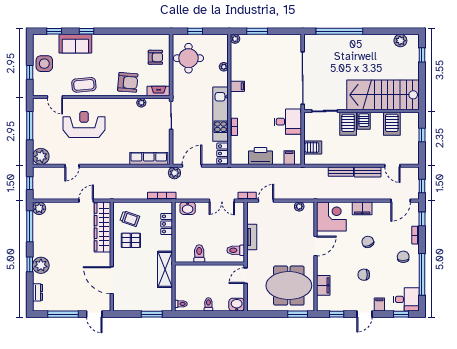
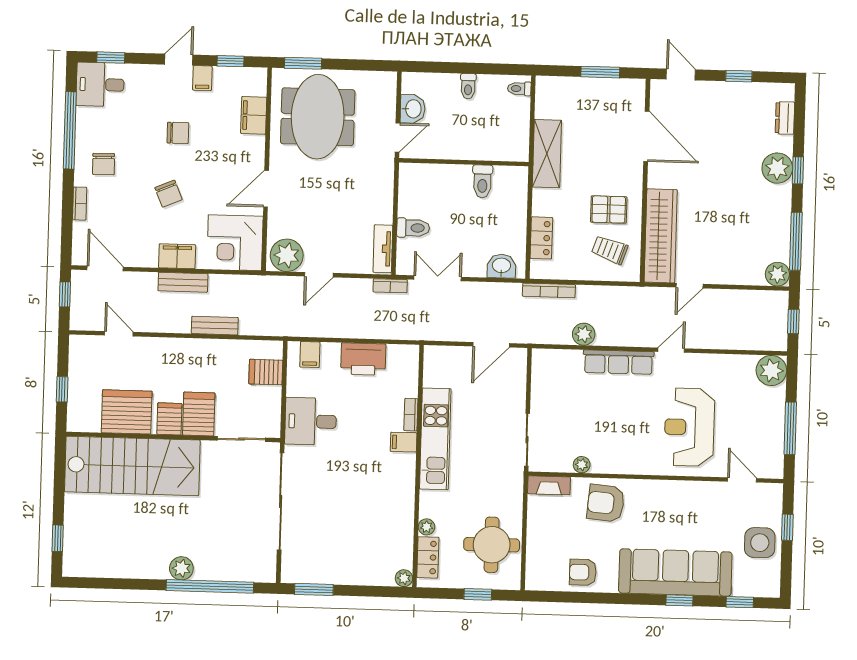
window: (257, 31) -> (314, 589), moved
plant: (400, 41) -> (181, 568), moved
sofa: (75, 44) -> (675, 572), width x1.85, depth x1.27
armchair: (155, 57) -> (583, 572), moved
coffee table: (84, 85) -> (687, 501), removed
filing cabinet: (237, 86) -> (404, 442), moved
server rack: (392, 124) -> (127, 412), width x1.60
reception desk: (84, 125) -> (689, 427), turned 90
locker: (223, 153) -> (428, 557), moved
row of seats: (149, 158) -> (618, 362), moved
door: (72, 166) -> (671, 350), moved
bench: (368, 172) -> (183, 282), moved
plant: (174, 173) -> (584, 334), moved
door: (266, 201) -> (319, 275), moved
door: (401, 201) -> (105, 268), hinge flipped
plant: (299, 206) -> (287, 255), width x1.87, depth x1.87
window: (422, 219) -> (67, 233), removed
tv unit: (252, 237) -> (383, 249), moved
toilet: (236, 250) -> (413, 228), moved
meeting table: (289, 286) -> (318, 117), turned 90
washbasin: (237, 305) -> (413, 109), moved, turned -90
filing cabinet: (379, 305) -> (202, 78), moved
window: (63, 314) -> (739, 76), width x0.46
window: (152, 314) -> (600, 72), moved

